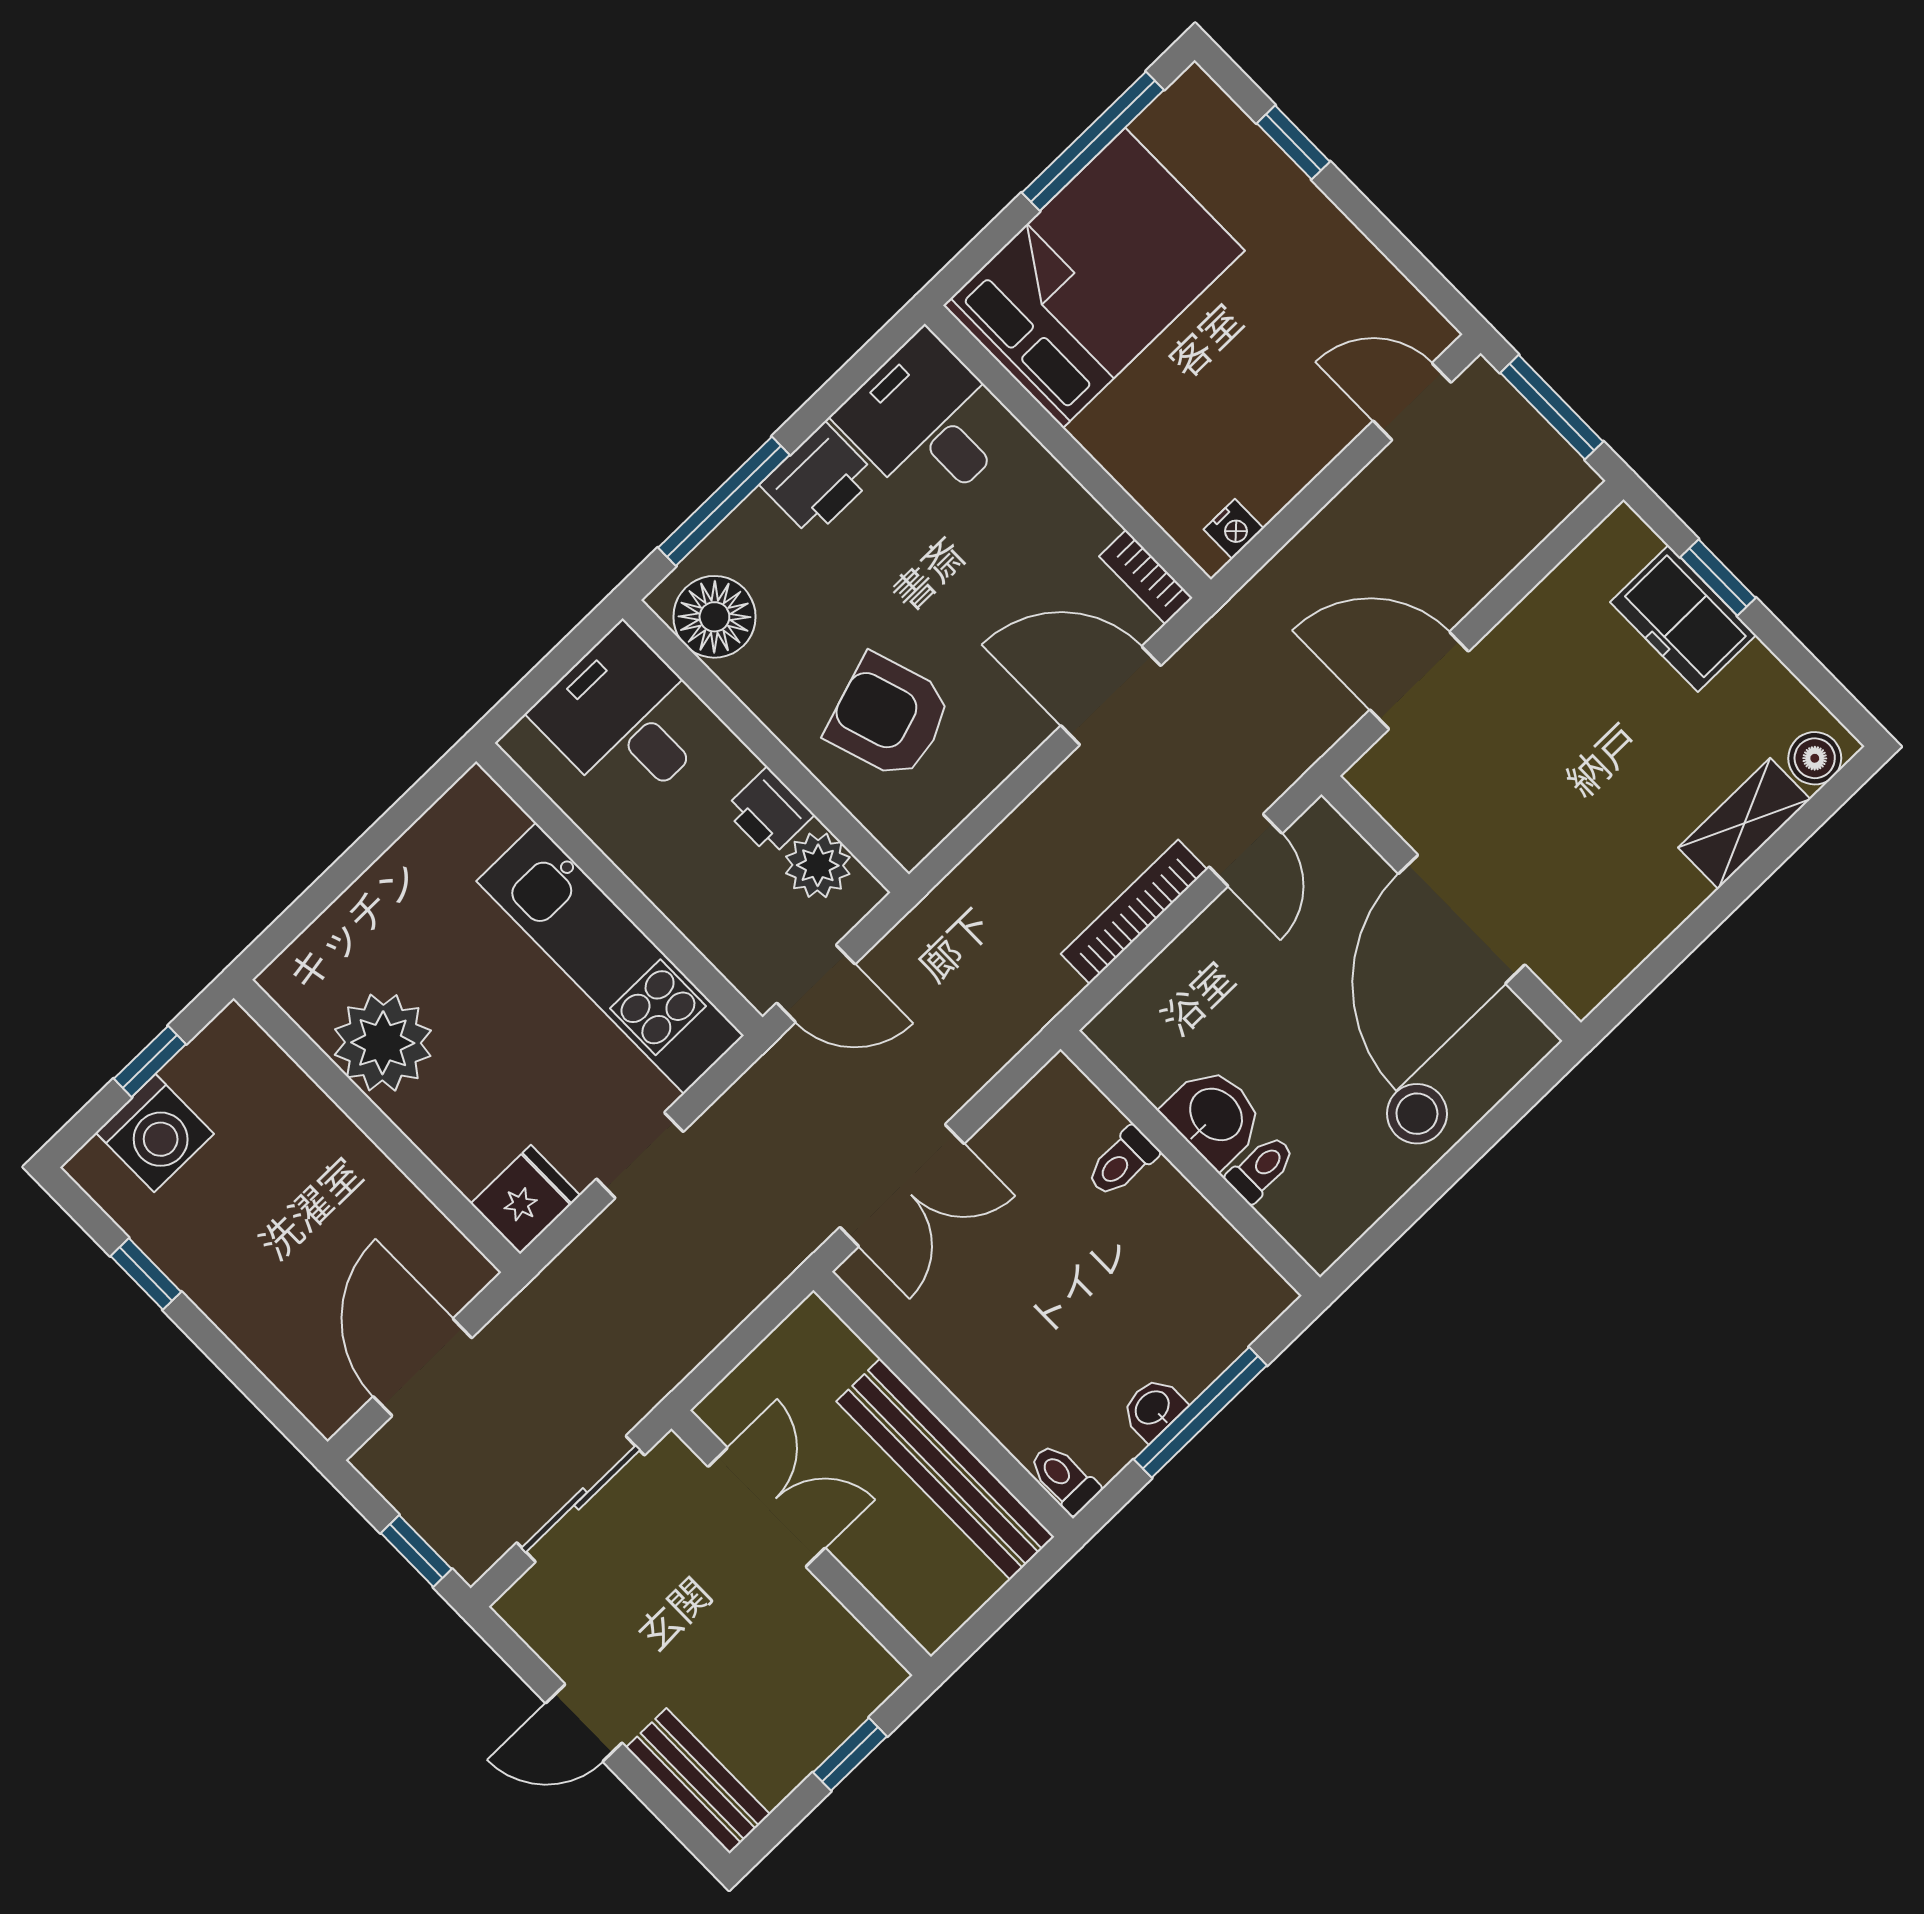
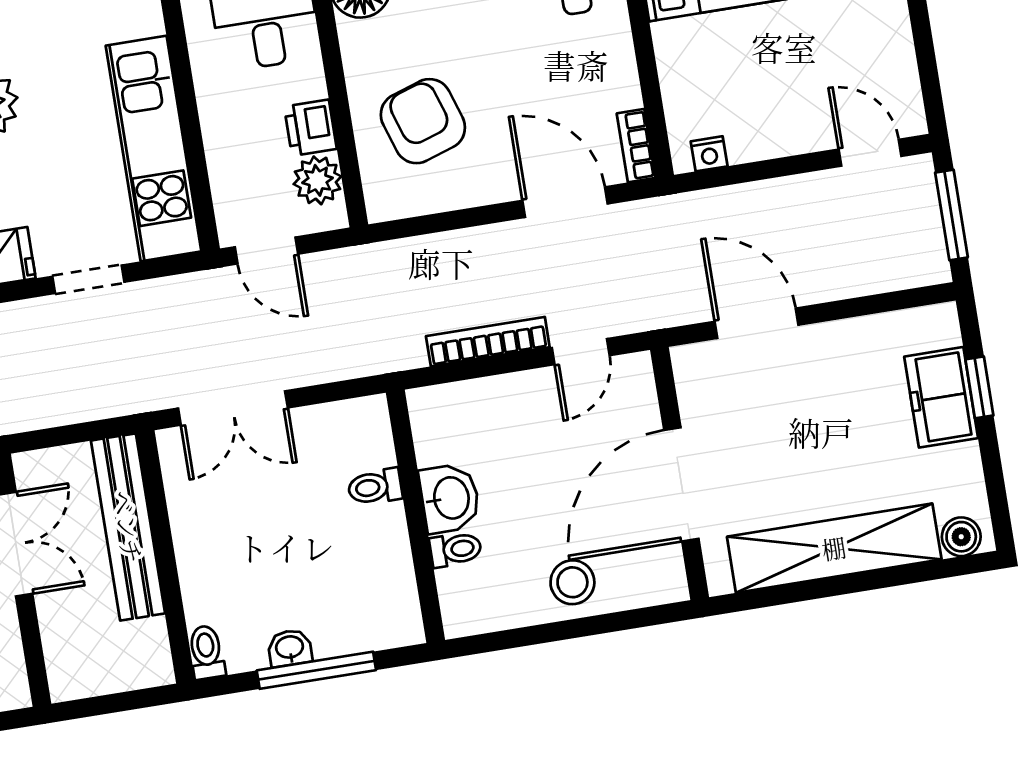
shelving: (1744, 823) -> (834, 548), width x2.20, depth x1.33
bench: (945, 1469) -> (128, 527), moved

